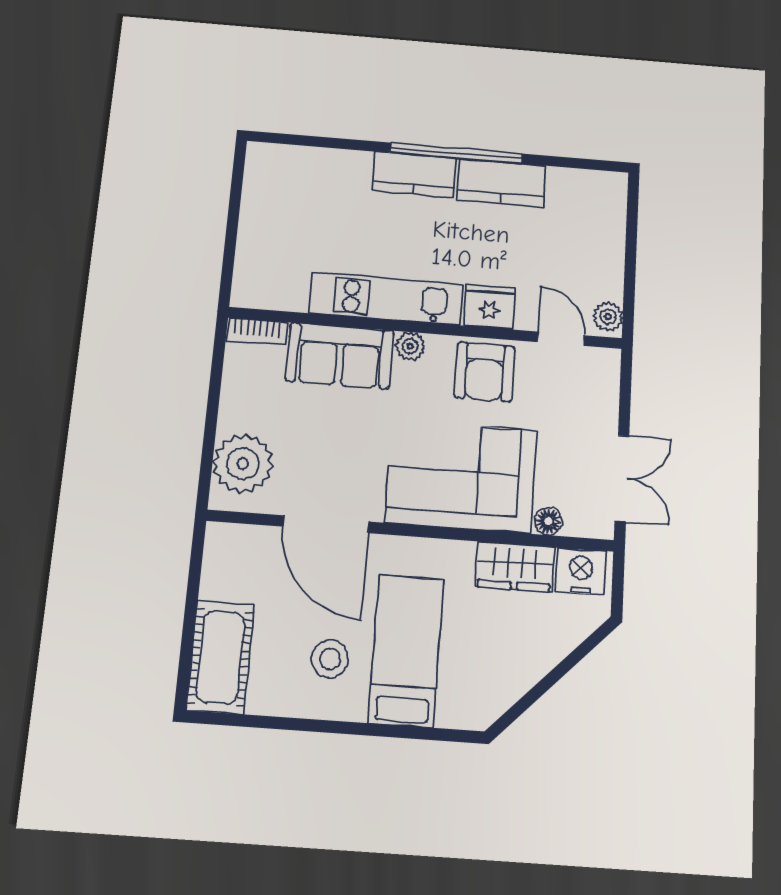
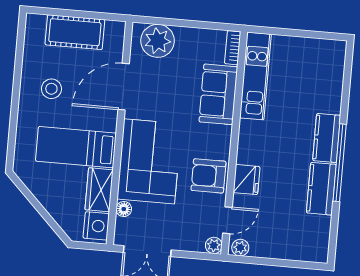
kitchen unit: (386, 299) -> (255, 76), moved
plant: (410, 346) -> (214, 245), moved
bed: (406, 651) -> (76, 147), moved, turned 180
cot: (220, 657) -> (75, 32), moved

